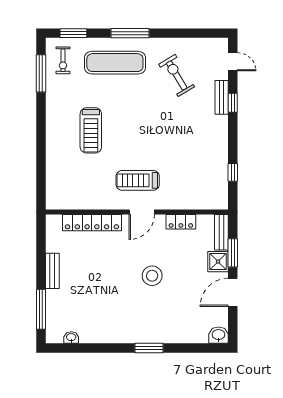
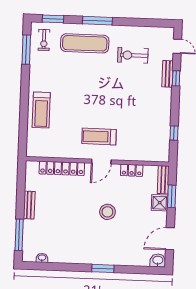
exercise bike: (177, 75) -> (133, 55), turned -59
treadmill: (91, 130) -> (41, 110), moved
door: (233, 292) -> (170, 239), moved

